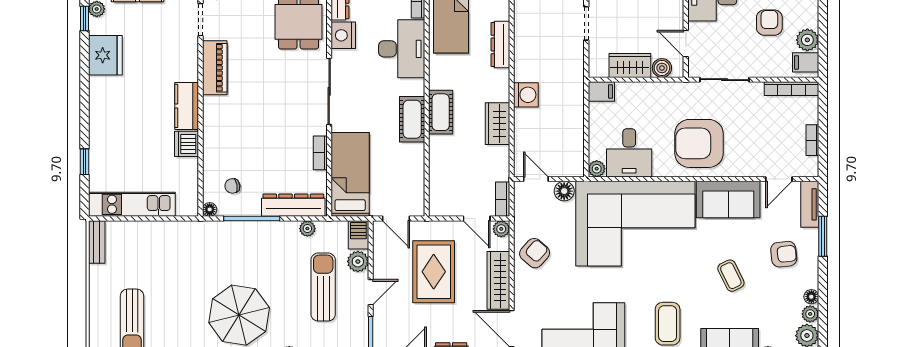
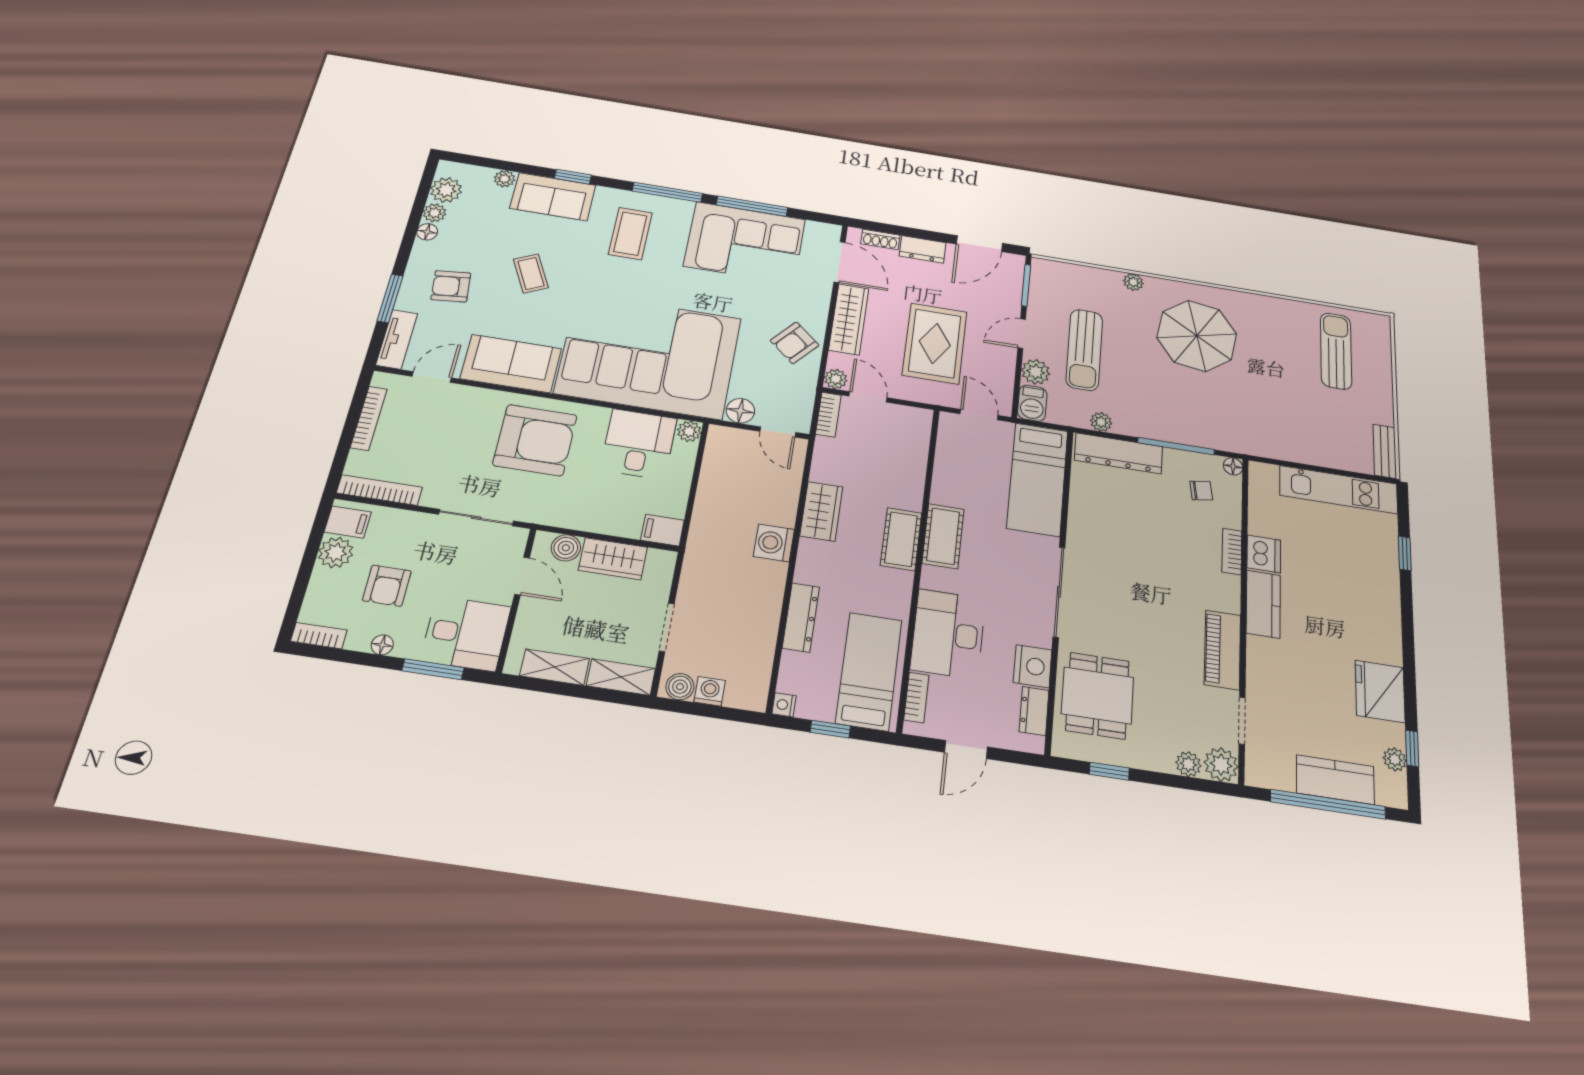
bookcase: (812, 140) -> (369, 418), width x1.56
bookcase: (320, 153) -> (1232, 551), moved, turned 180

